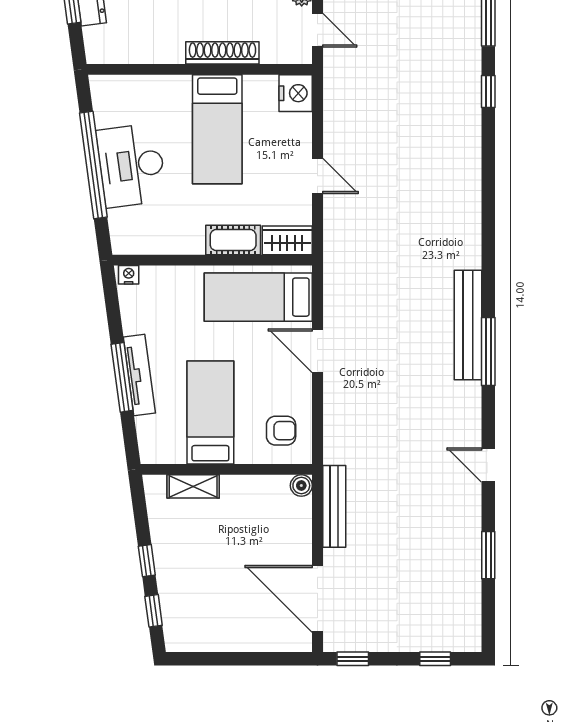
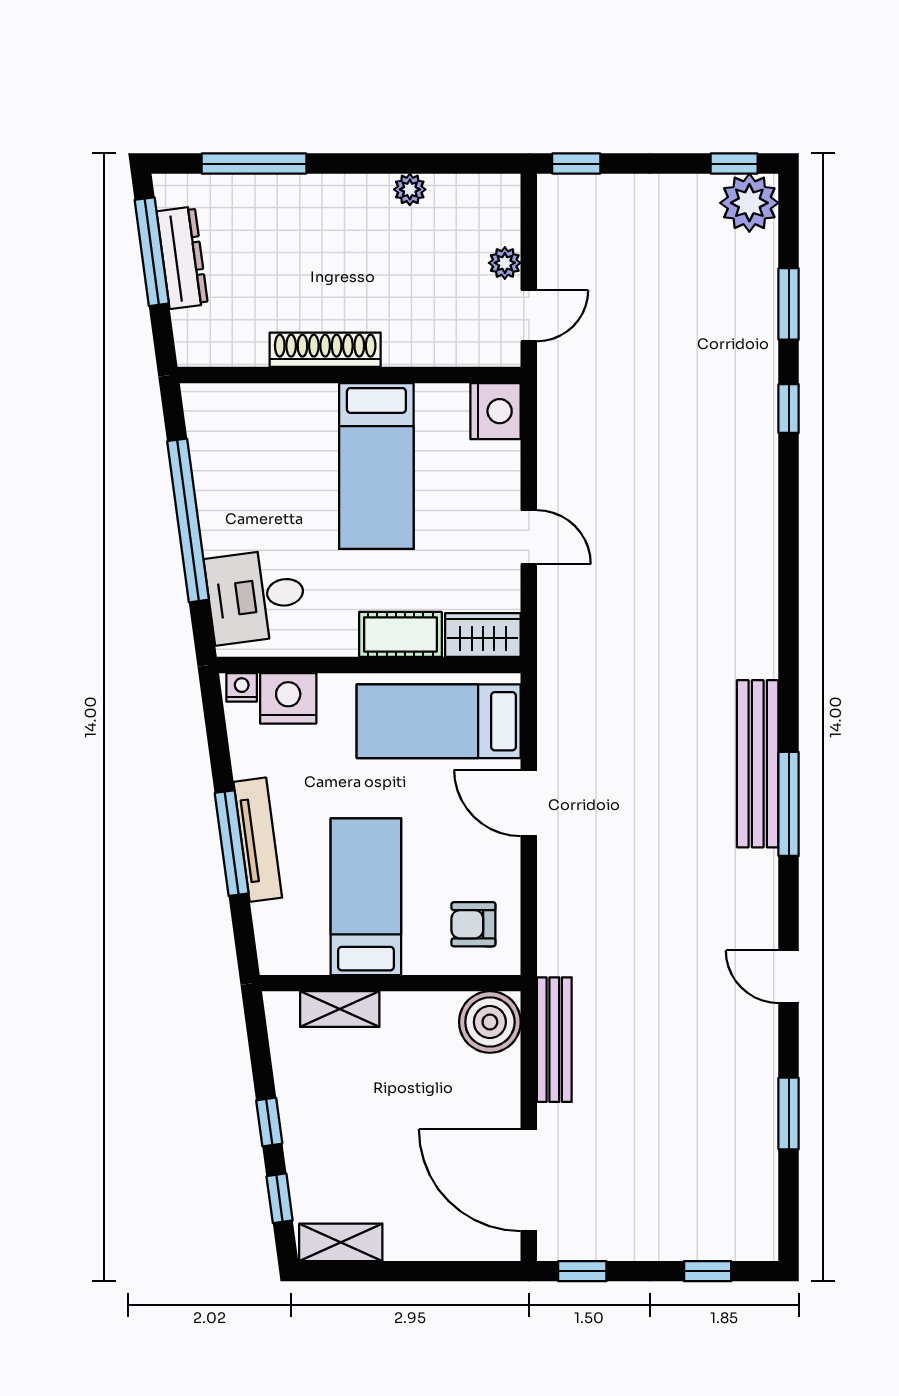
door: (317, 30) -> (529, 316), hinge flipped
shoe rack: (222, 53) -> (325, 350), moved
desk: (131, 165) -> (256, 596), moved, width x0.73
nightstand: (159, 282) -> (288, 698), added
armchair: (281, 431) -> (473, 924), turned 180
boiler: (301, 486) -> (490, 1022), width x1.86, depth x1.86
shelving: (194, 640) -> (341, 1242), added

